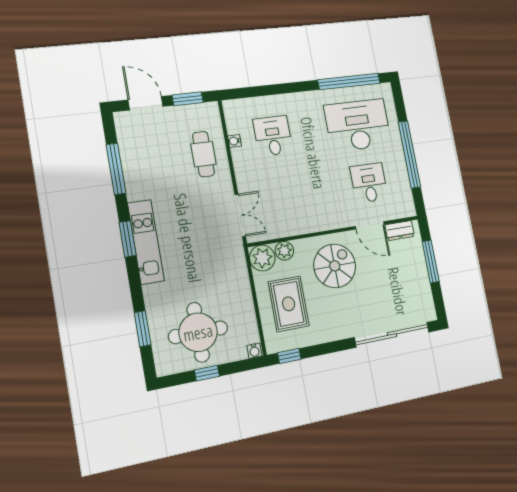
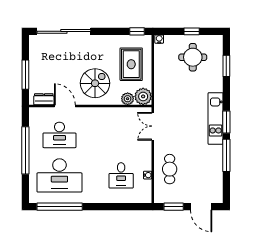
window: (116, 169) -> (226, 155), moved
desk: (369, 183) -> (59, 135), width x1.37
spiral stairs: (335, 266) -> (95, 83), turned 180
round table: (198, 332) -> (193, 57), width x0.73, depth x0.73

